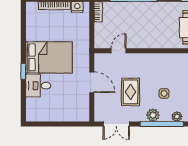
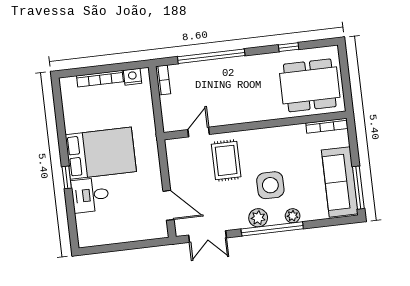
door: (92, 82) -> (169, 205), moved
rug: (131, 92) -> (226, 160), moved
side table: (164, 93) -> (270, 185), width x1.87, depth x1.87

